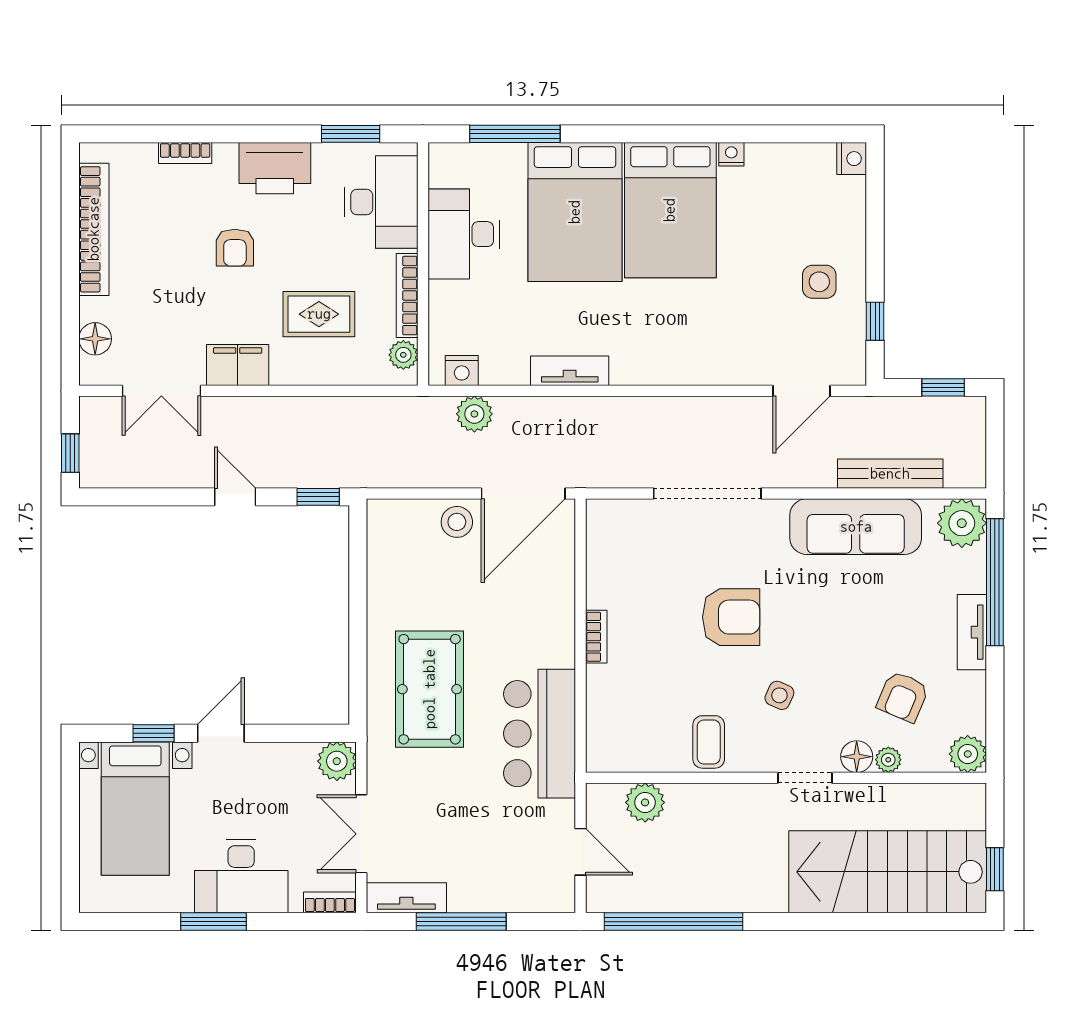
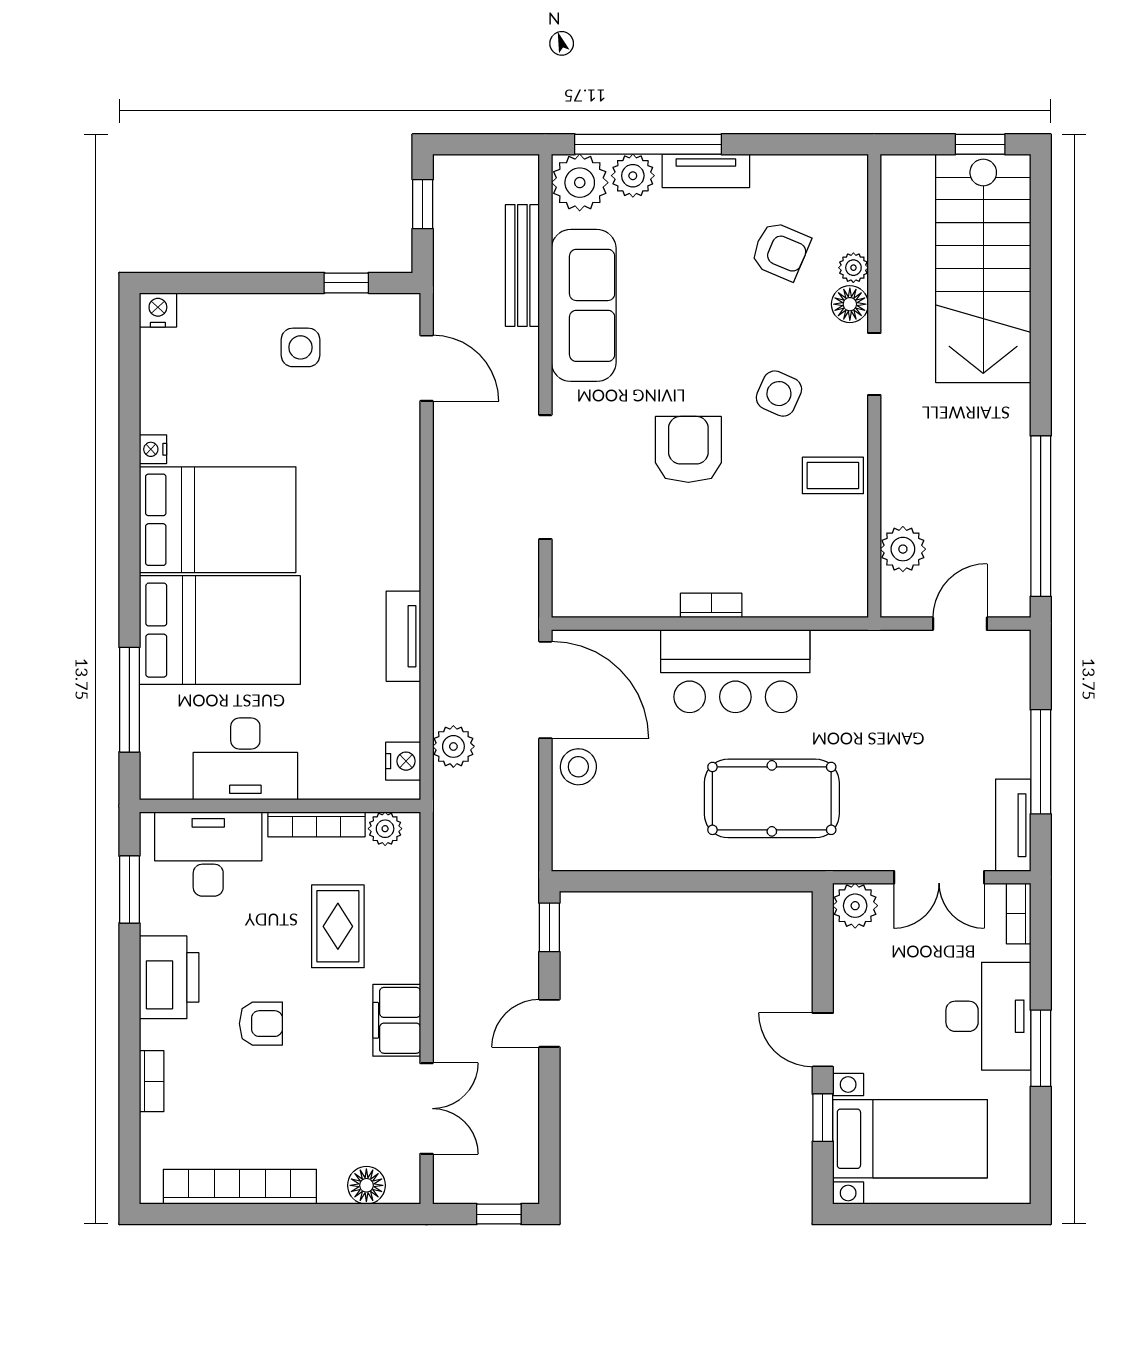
side table: (779, 695) -> (779, 394), width x1.37, depth x1.37
bar counter: (540, 734) -> (735, 671), moved
plant: (968, 754) -> (633, 176), moved

